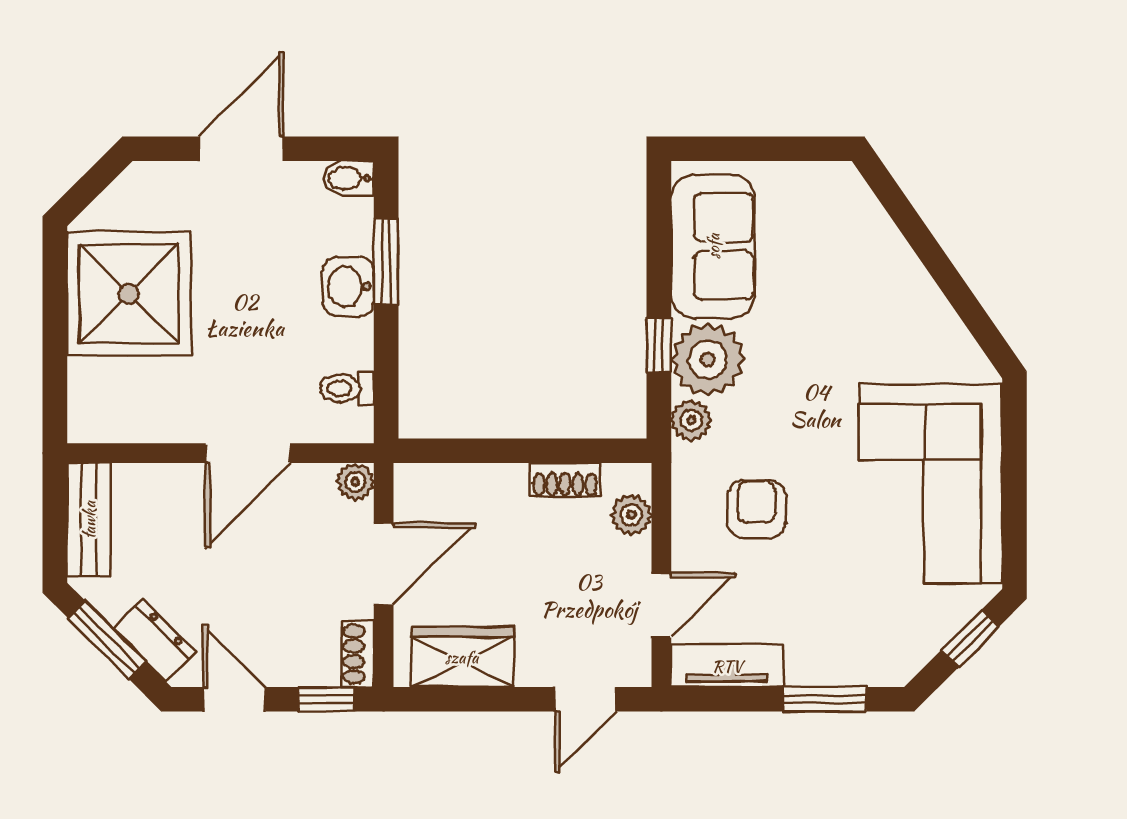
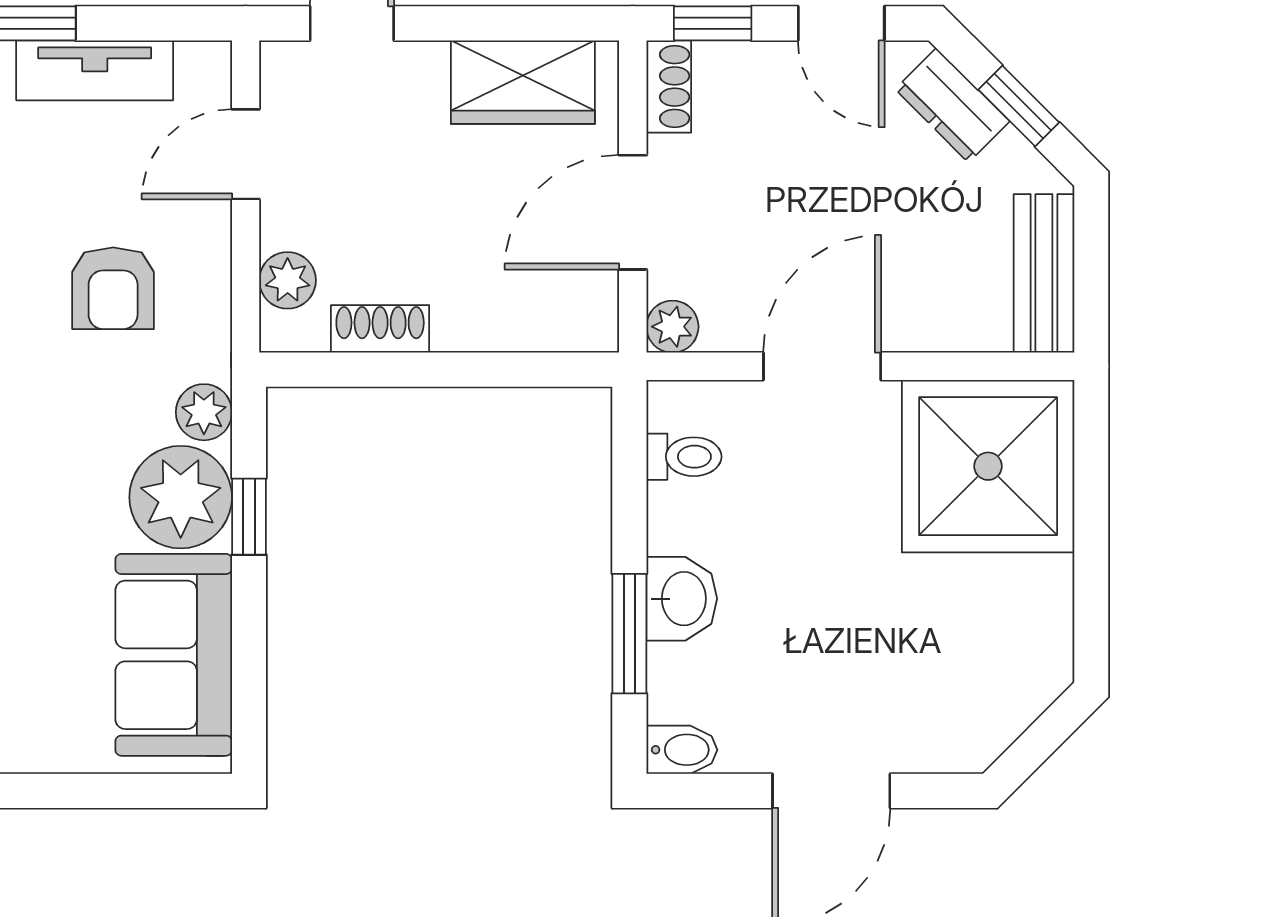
shower: (129, 294) -> (988, 466), moved
window: (107, 640) -> (1019, 106), width x0.67
tv unit: (727, 666) -> (95, 70), moved

